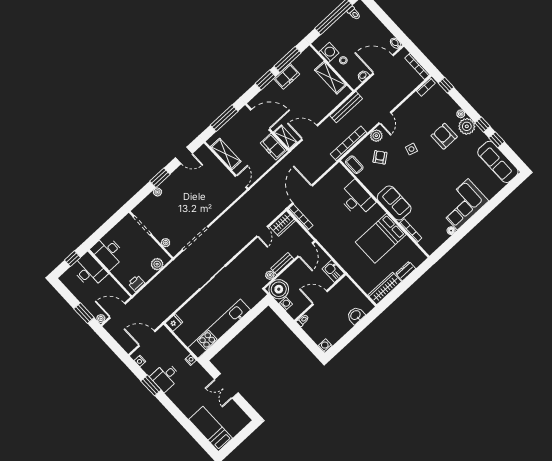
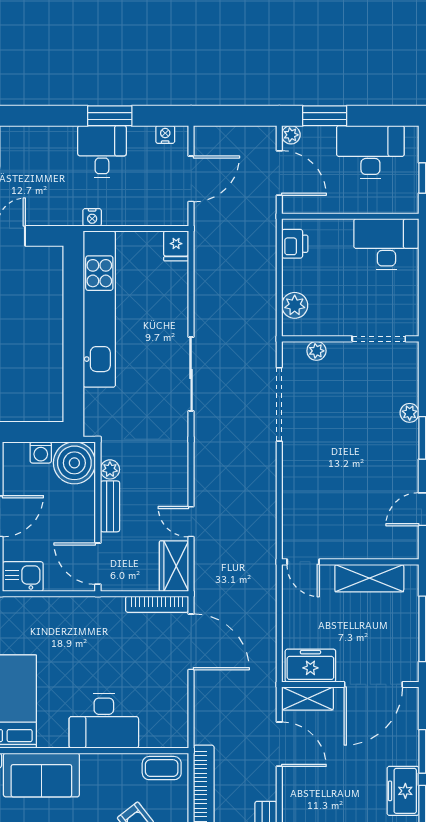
door: (310, 133) -> (279, 744), hinge flipped
desk: (89, 270) -> (370, 152), moved, turned 180
door: (117, 311) -> (279, 173), hinge flipped

